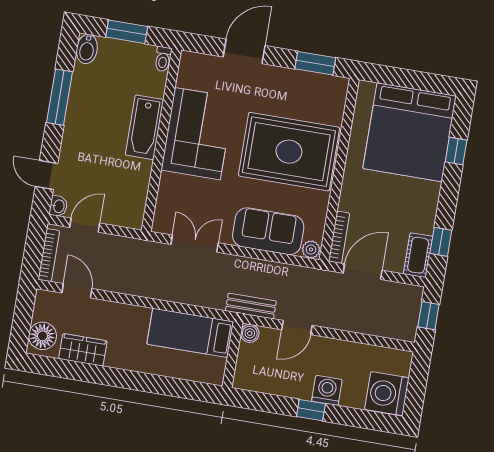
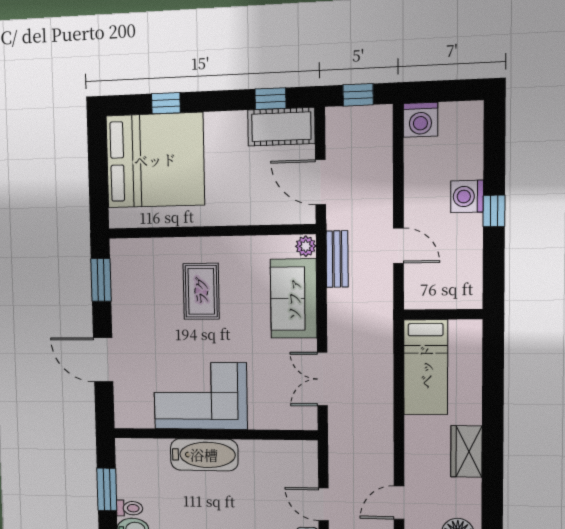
toilet: (163, 59) -> (130, 508), moved
rug: (289, 152) -> (201, 291), width x0.54, depth x0.49
bookcase: (339, 237) -> (286, 217), removed
cot: (418, 255) -> (281, 127), width x1.37, depth x1.34
bench: (251, 306) -> (337, 259), moved
boiler: (250, 333) -> (415, 299), removed
wardrobe: (83, 350) -> (466, 451), moved
washing machine: (387, 394) -> (420, 120), moved, width x0.73, depth x0.73

